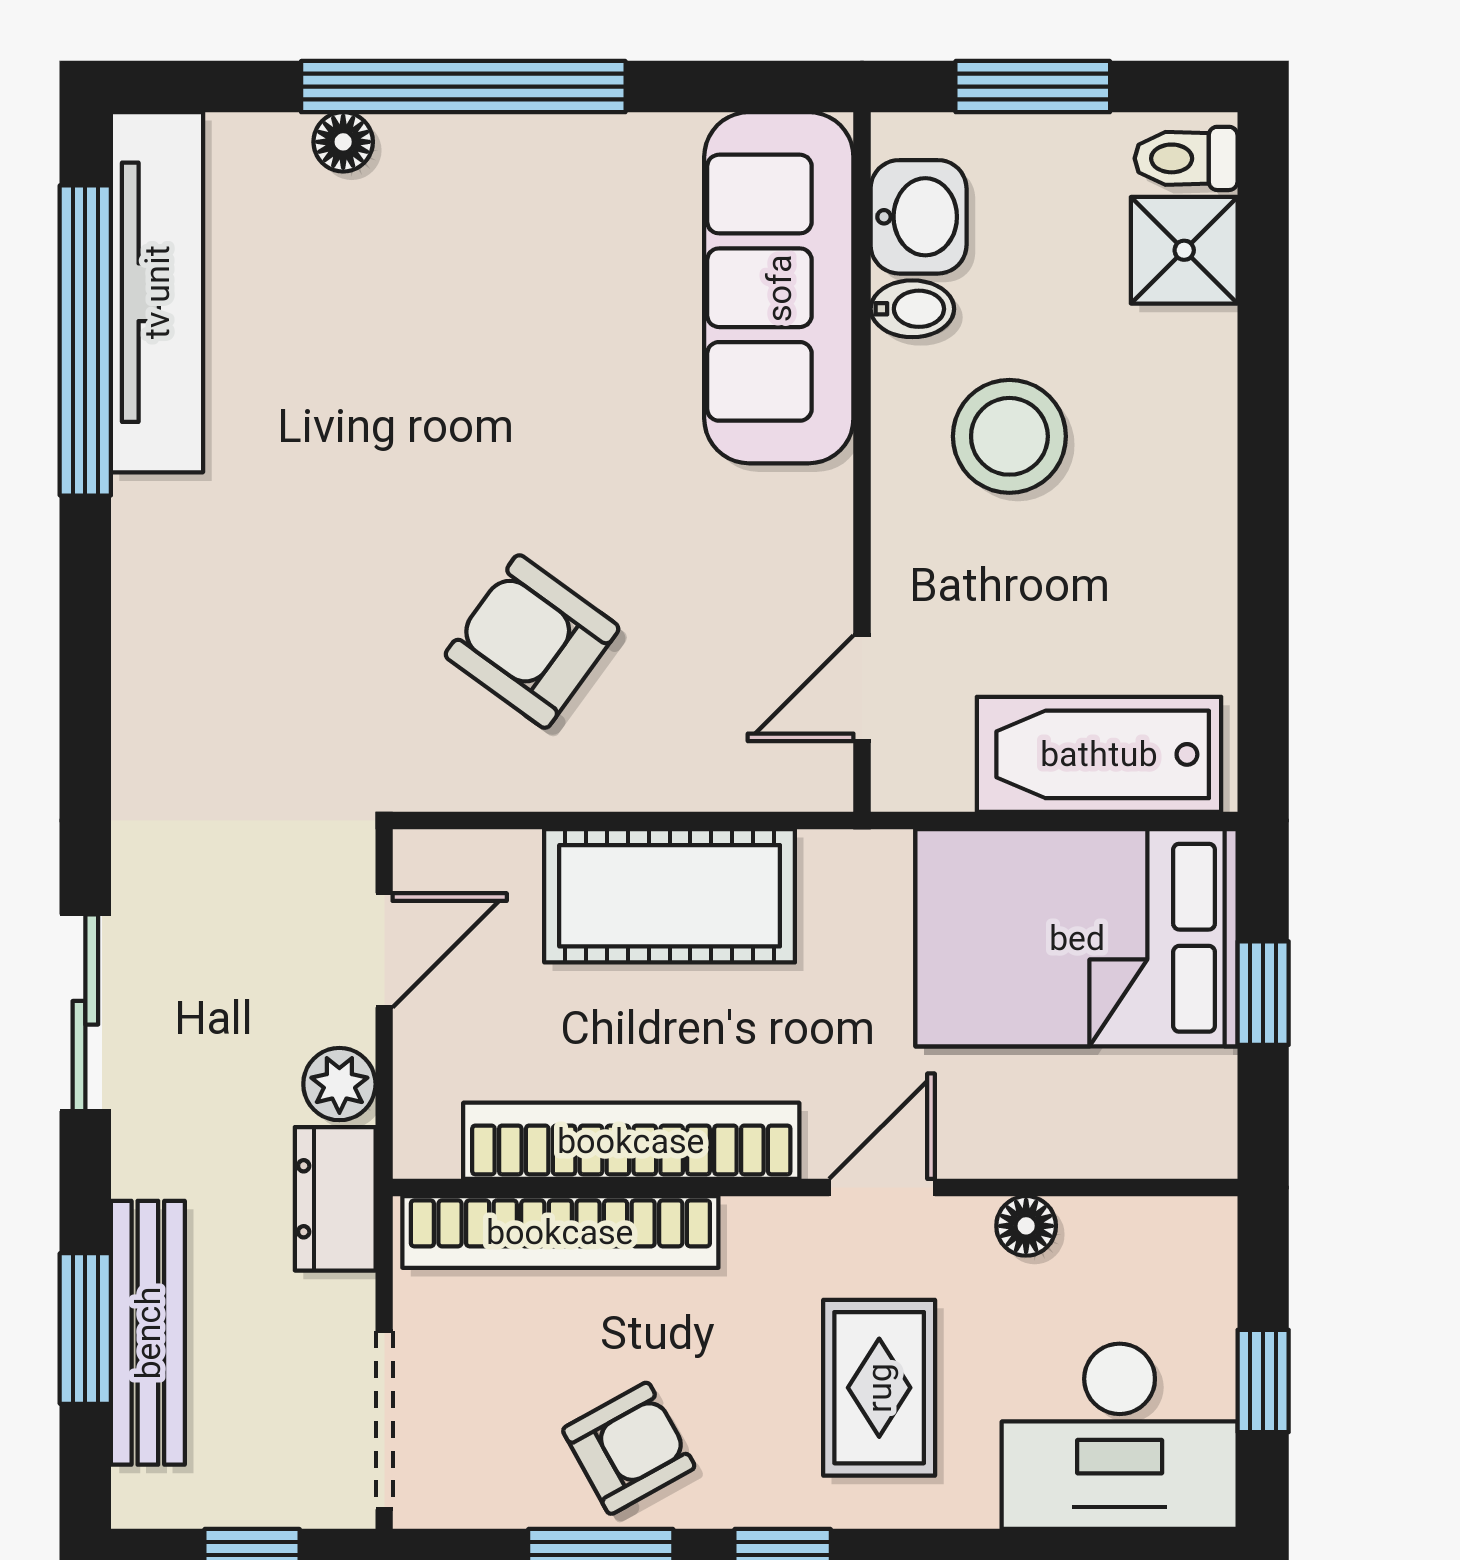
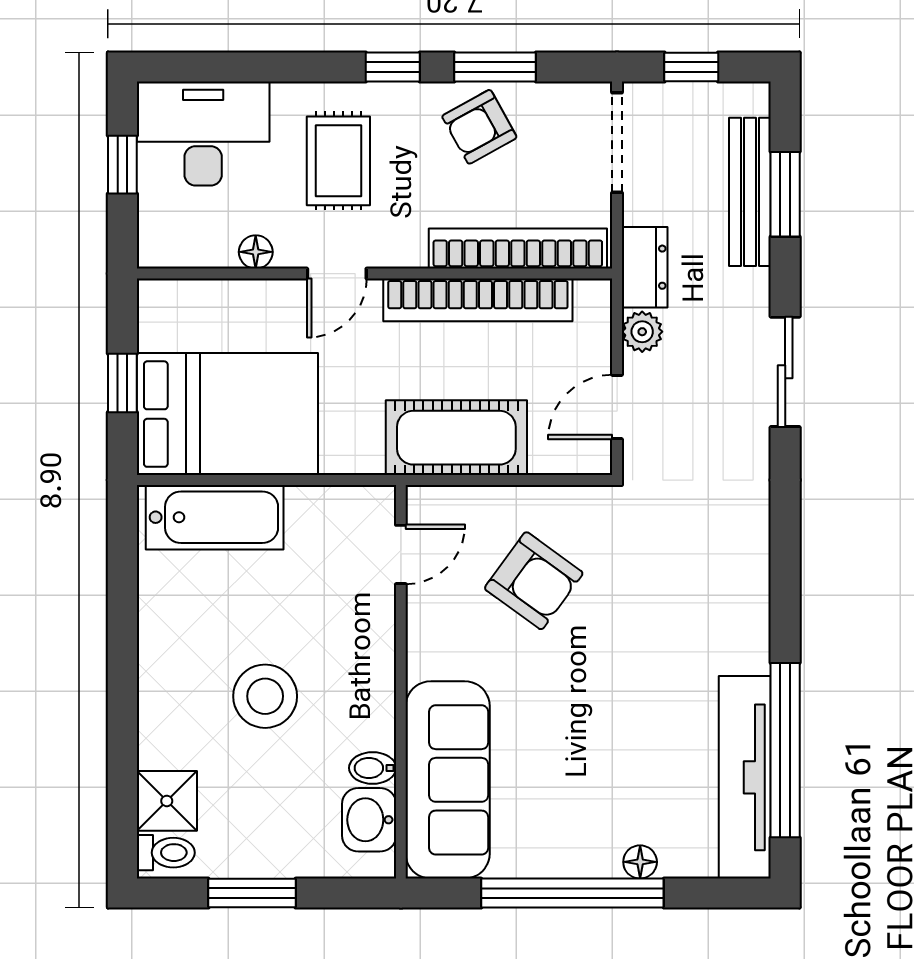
washbasin: (919, 217) -> (369, 820), moved
sofa: (779, 288) -> (448, 780), moved
bidet: (912, 309) -> (373, 768), moved
wall: (862, 462) -> (401, 682), moved
door: (862, 688) -> (401, 554), moved

